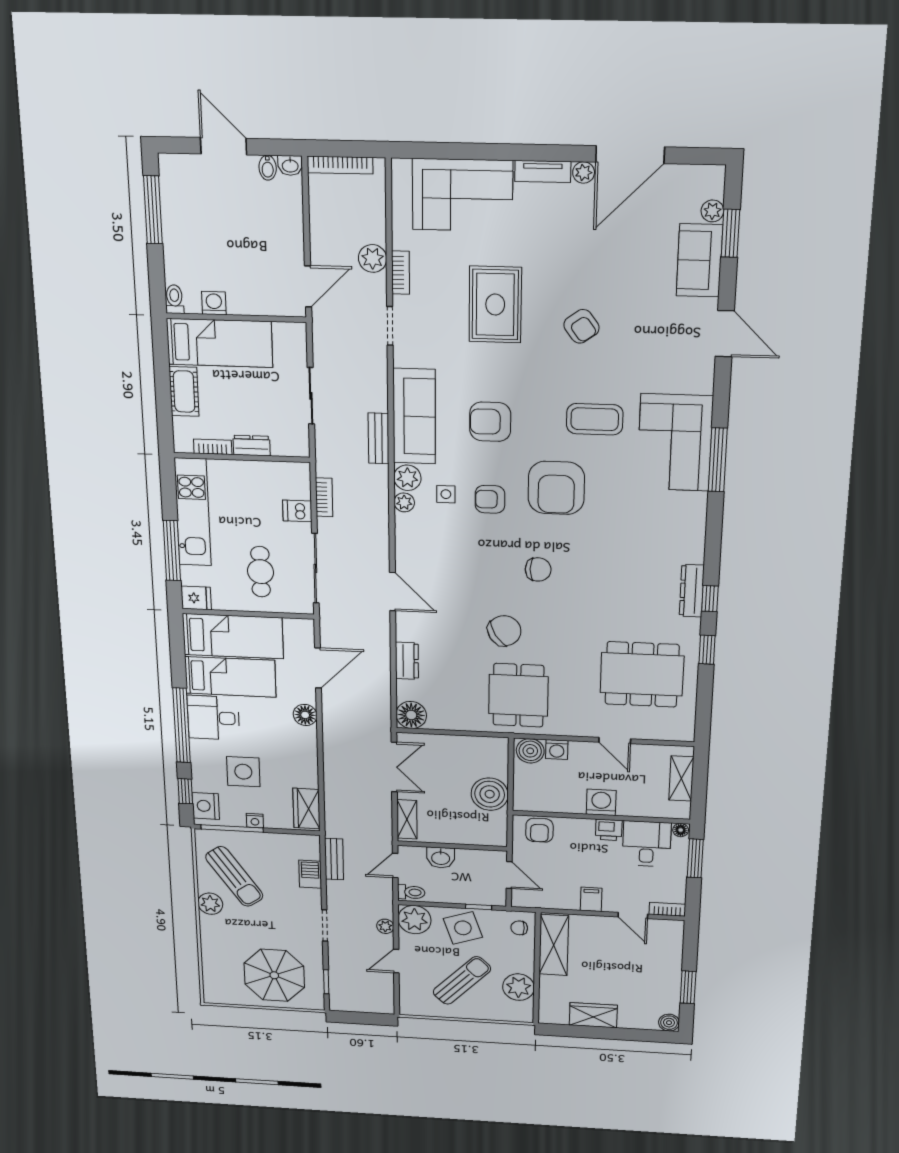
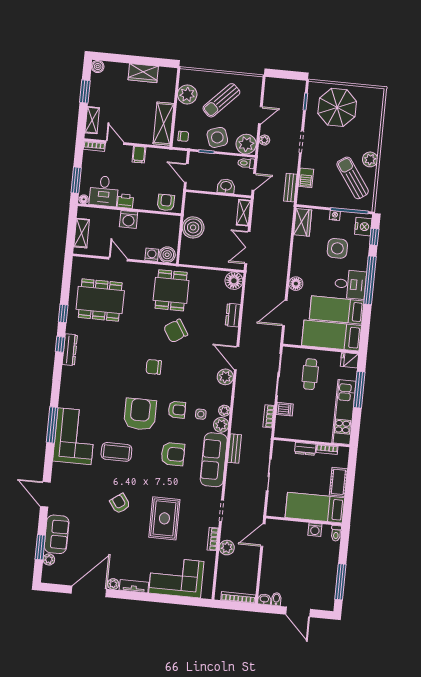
plant: (409, 559) -> (225, 377), added
shelving: (673, 947) -> (92, 120), added

